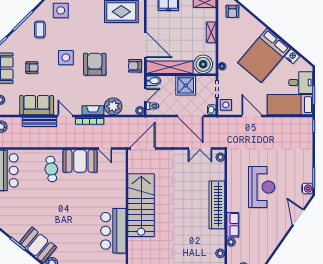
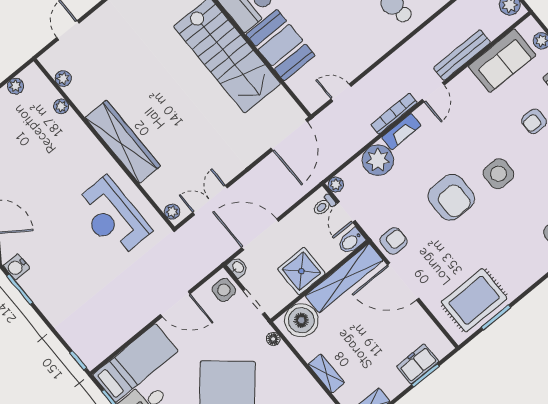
sofa: (37, 105) -> (502, 61), moved
door: (65, 116) -> (433, 92), hinge flipped
booth: (80, 161) -> (280, 45), moved, turned 90
reception desk: (262, 187) -> (112, 217), moved
row of seats: (233, 225) -> (78, 132), removed

